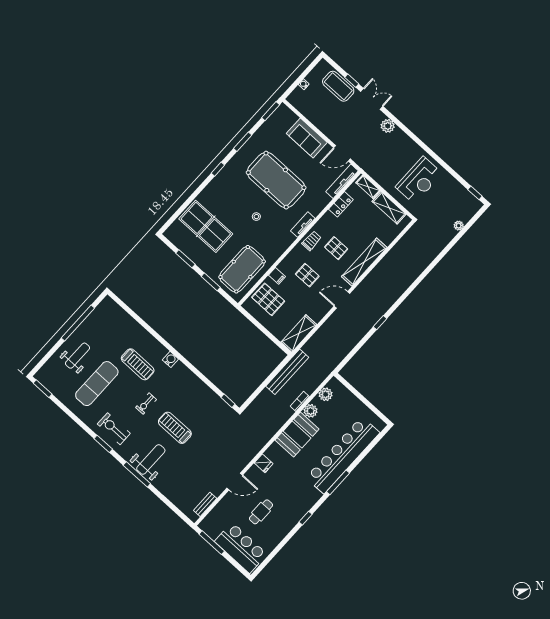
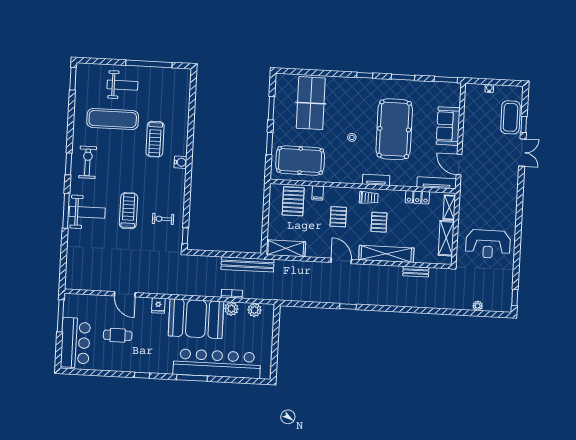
plant: (388, 126) -> (511, 183), removed
exercise bike: (146, 404) -> (163, 219), moved
booth: (297, 435) -> (196, 319), width x1.36, depth x1.42
bench: (205, 504) -> (416, 272), moved

